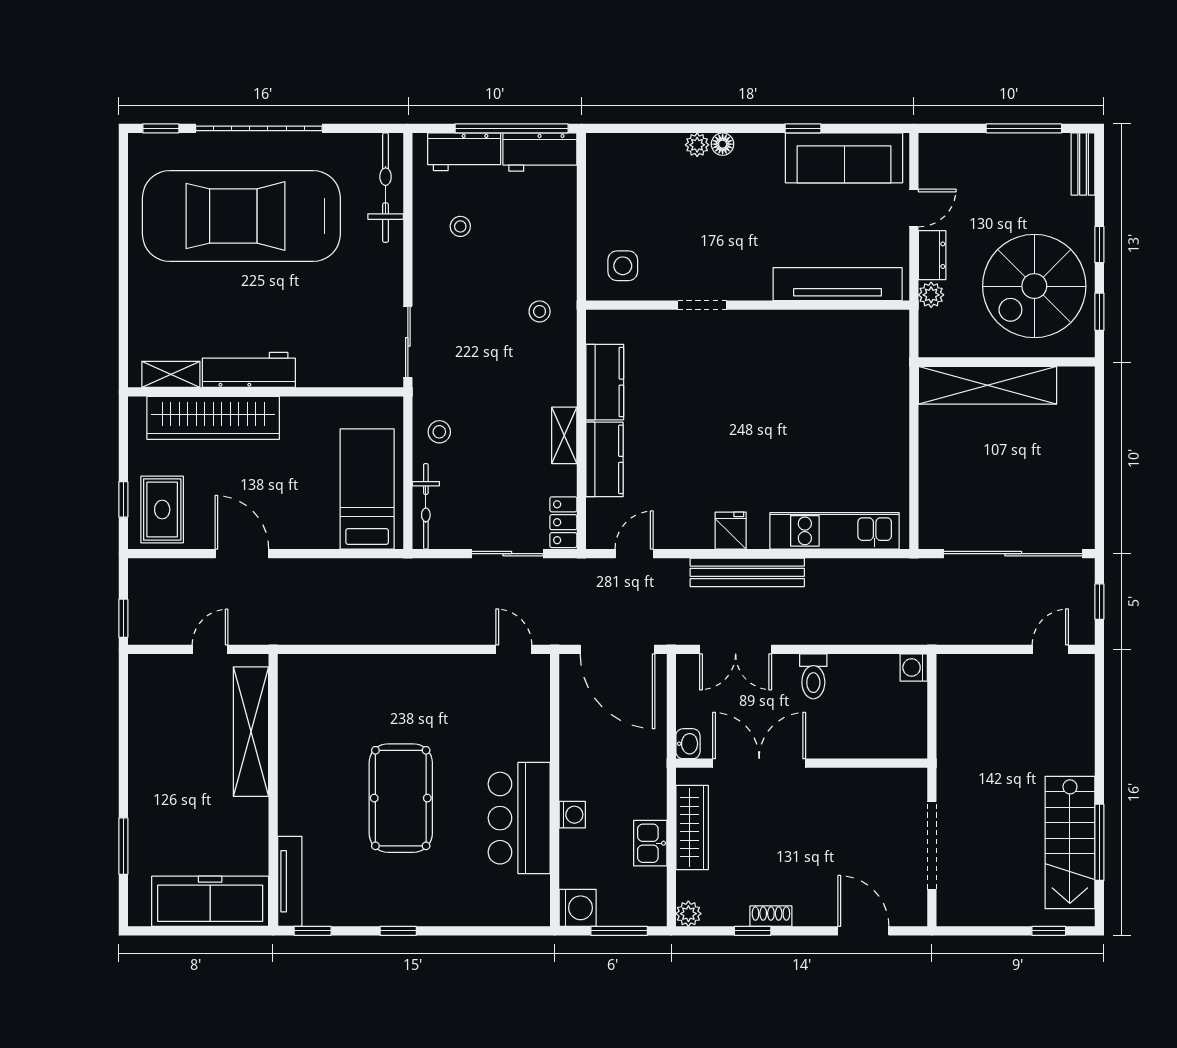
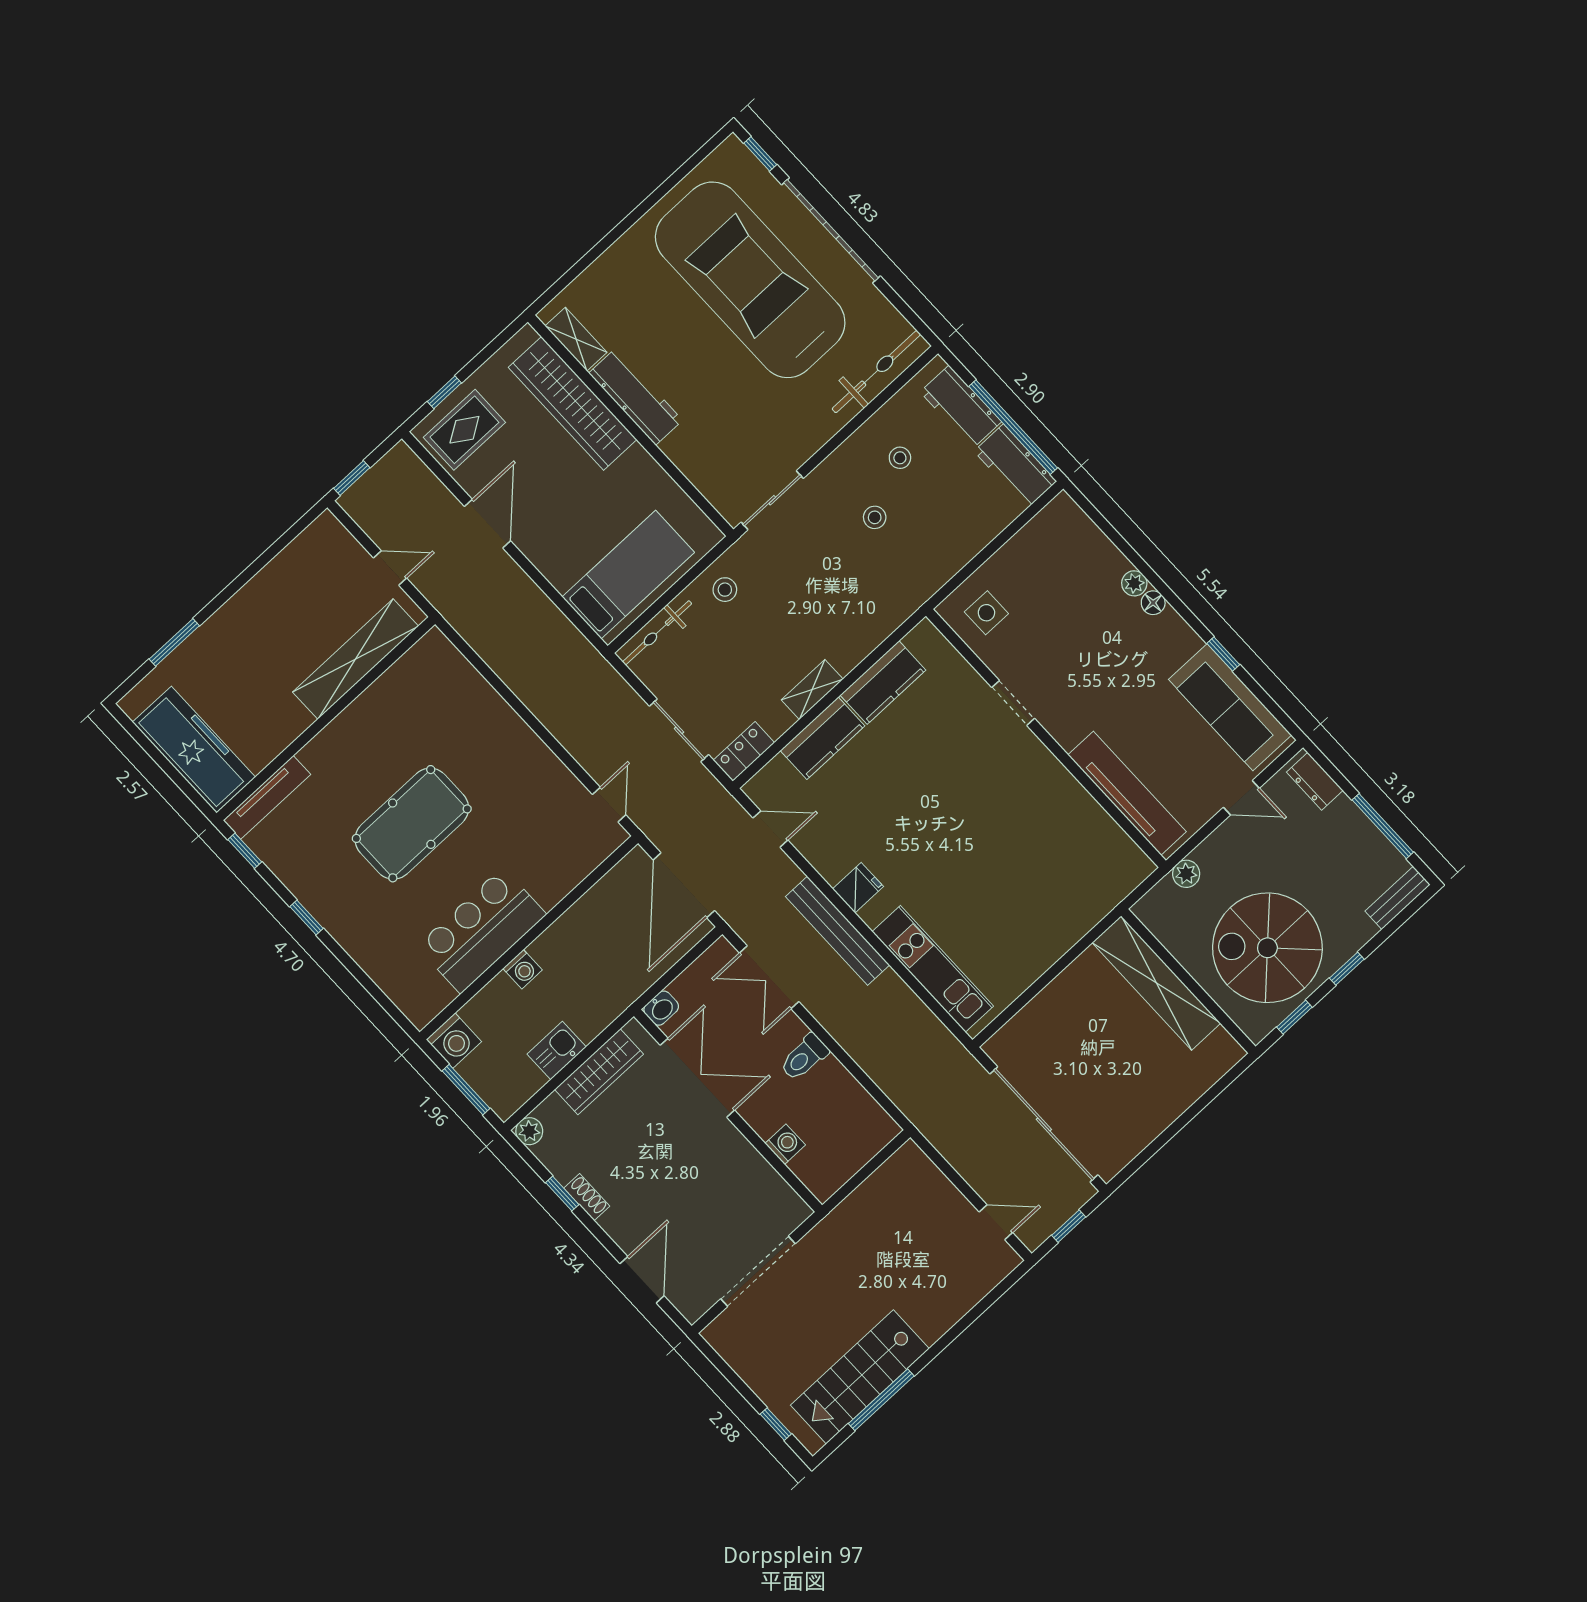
dresser: (932, 255) -> (1315, 781), moved, turned 90
stool: (540, 311) -> (875, 517), moved
washing machine: (914, 667) -> (785, 1144), moved, turned 90

